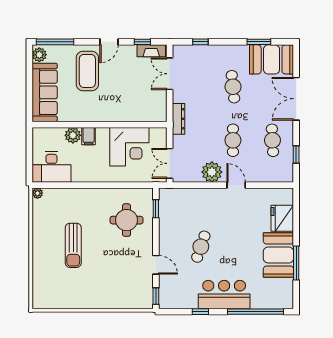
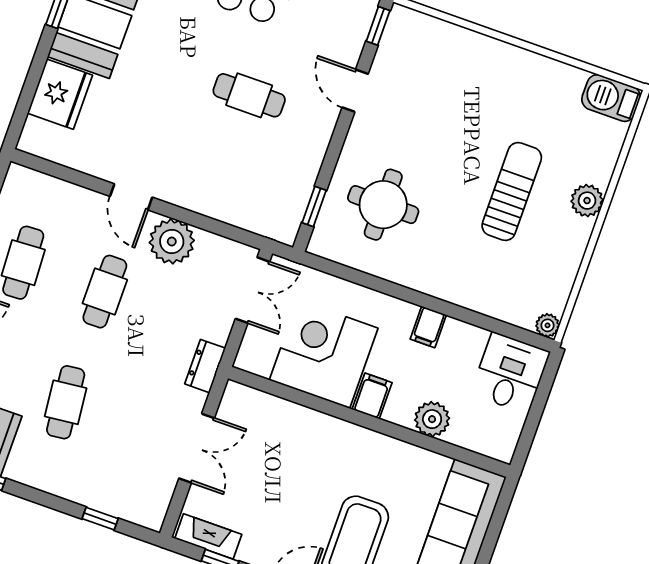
double door: (170, 74) -> (197, 448), moved
dresser: (179, 119) -> (205, 366), width x0.70
filing cabinet: (89, 136) -> (372, 396), moved
desk: (52, 167) -> (510, 373), width x0.73
filing cabinet: (89, 174) -> (428, 327), added
cafe table: (201, 247) -> (249, 95), turned 71
plant: (39, 253) -> (587, 201), added
barbecue: (45, 301) -> (611, 98), added

